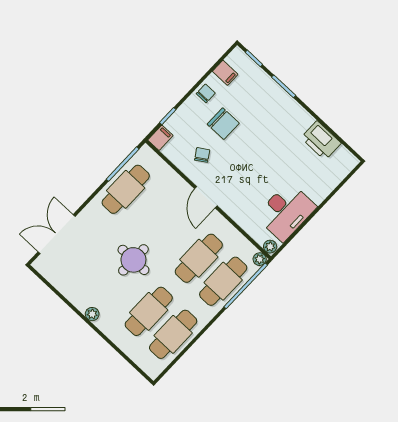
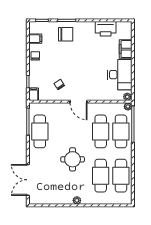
chair: (223, 124) -> (66, 34), moved
filing cabinet: (322, 187) -> (126, 49), added

